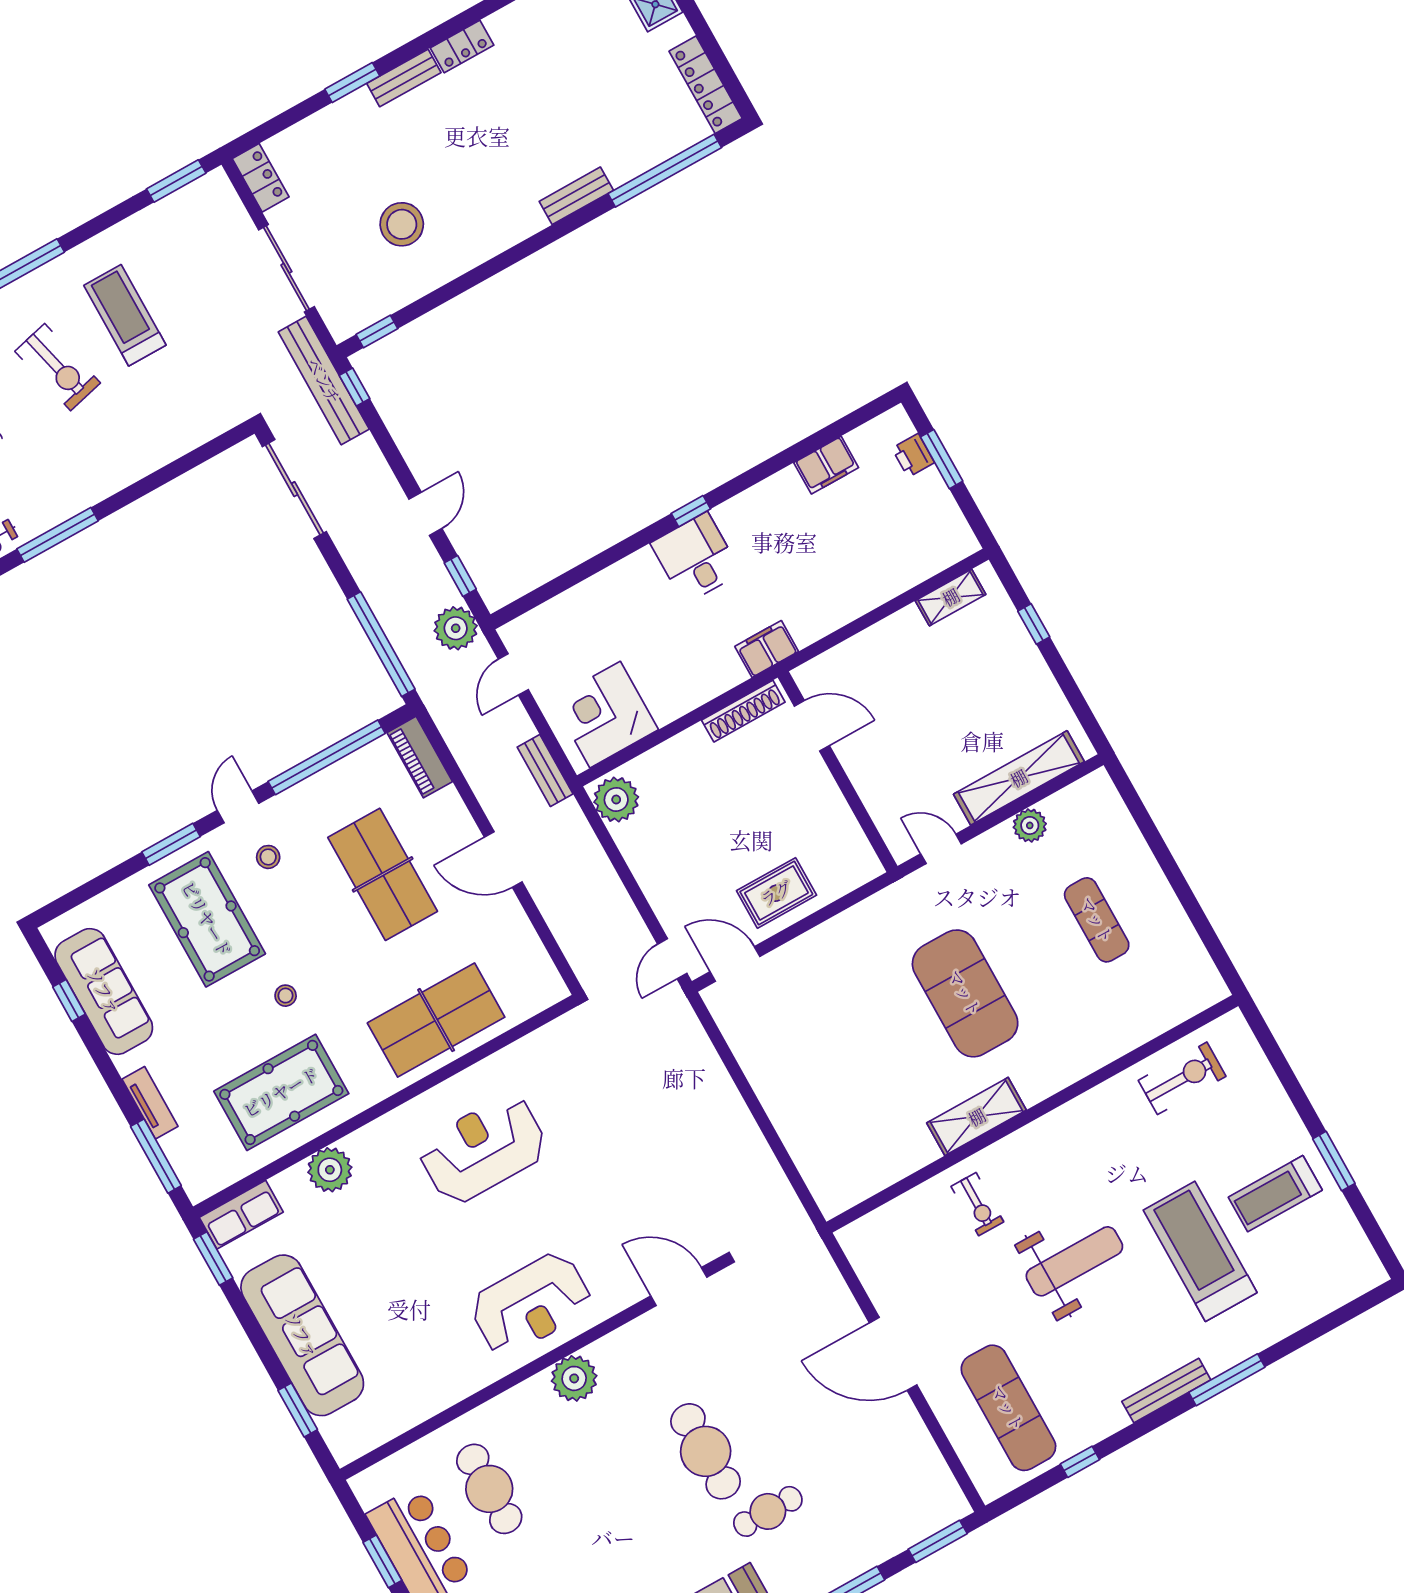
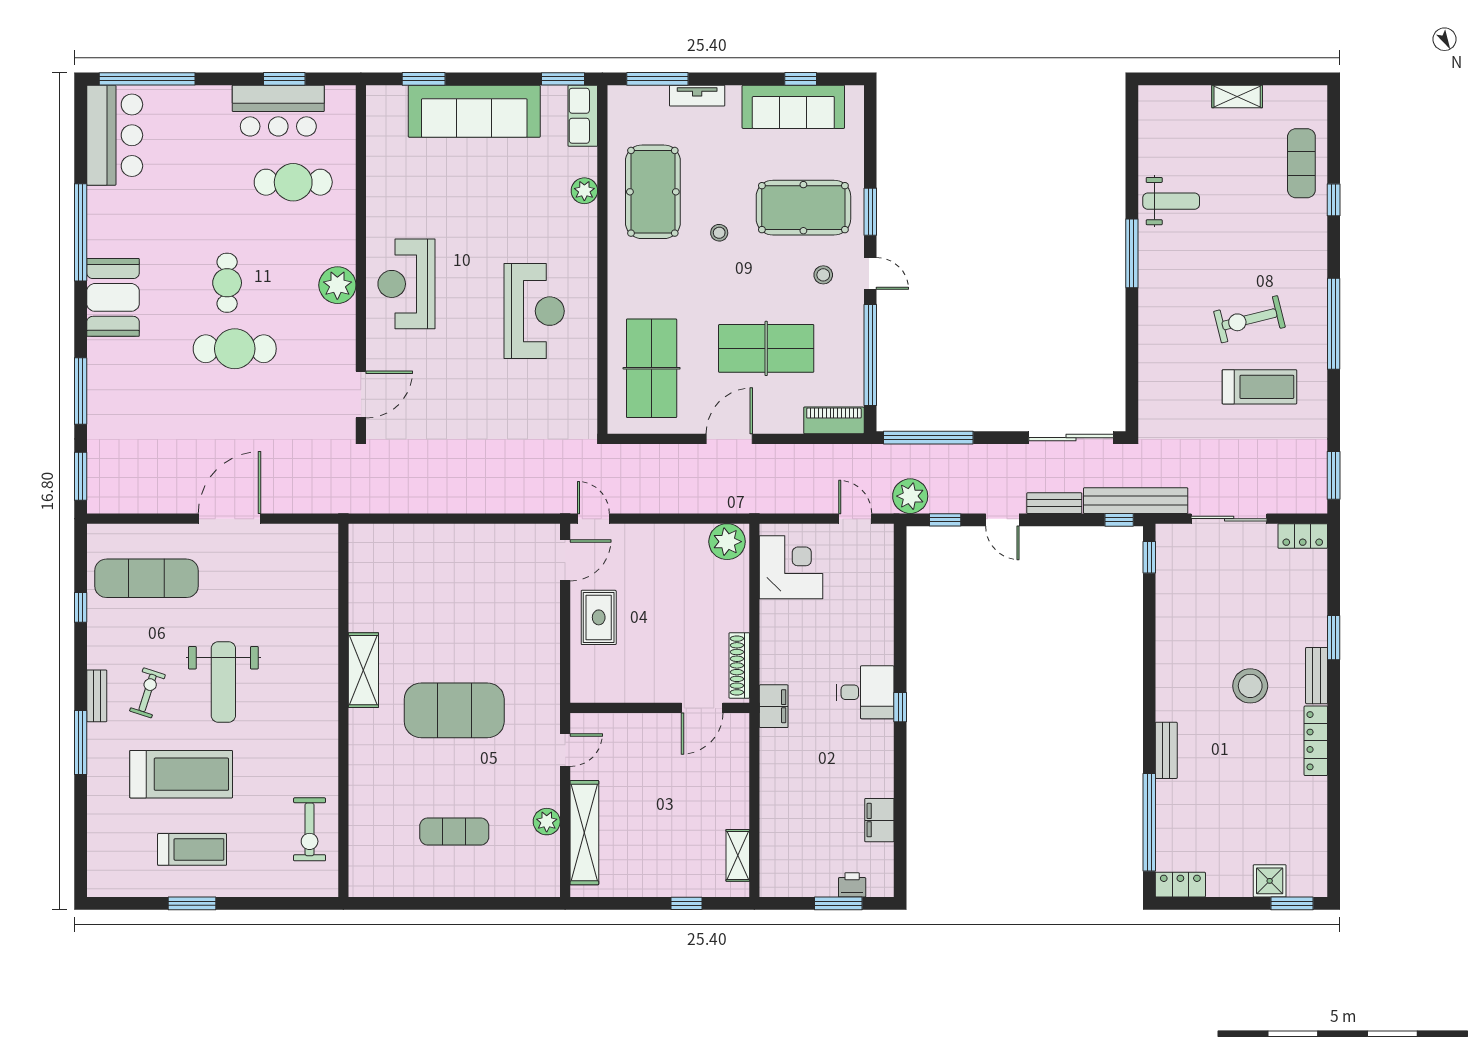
locker: (462, 47) -> (1316, 741), width x1.53
locker: (706, 85) -> (1180, 885), width x0.66
stool: (402, 224) -> (1250, 686), moved
bench: (545, 771) -> (1054, 503), moved
table tennis table: (436, 1020) -> (652, 368), moved
plant: (330, 1170) -> (584, 191), width x0.73, depth x0.73
treadmill: (1275, 1194) -> (192, 849), turned 90
exercise bike: (977, 1204) -> (147, 693), moved, turned 108
bench: (1166, 1391) -> (97, 696), width x0.73
cafe table: (768, 1511) -> (227, 283), moved

